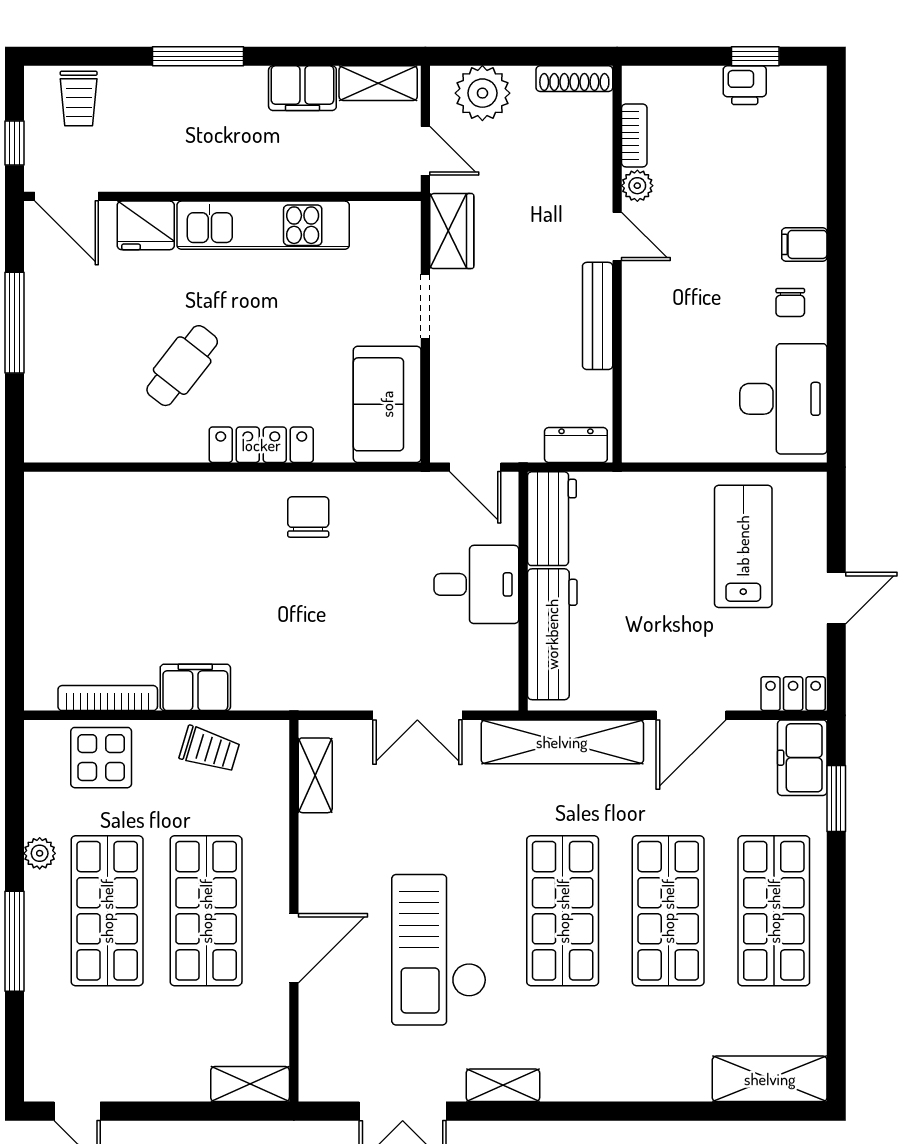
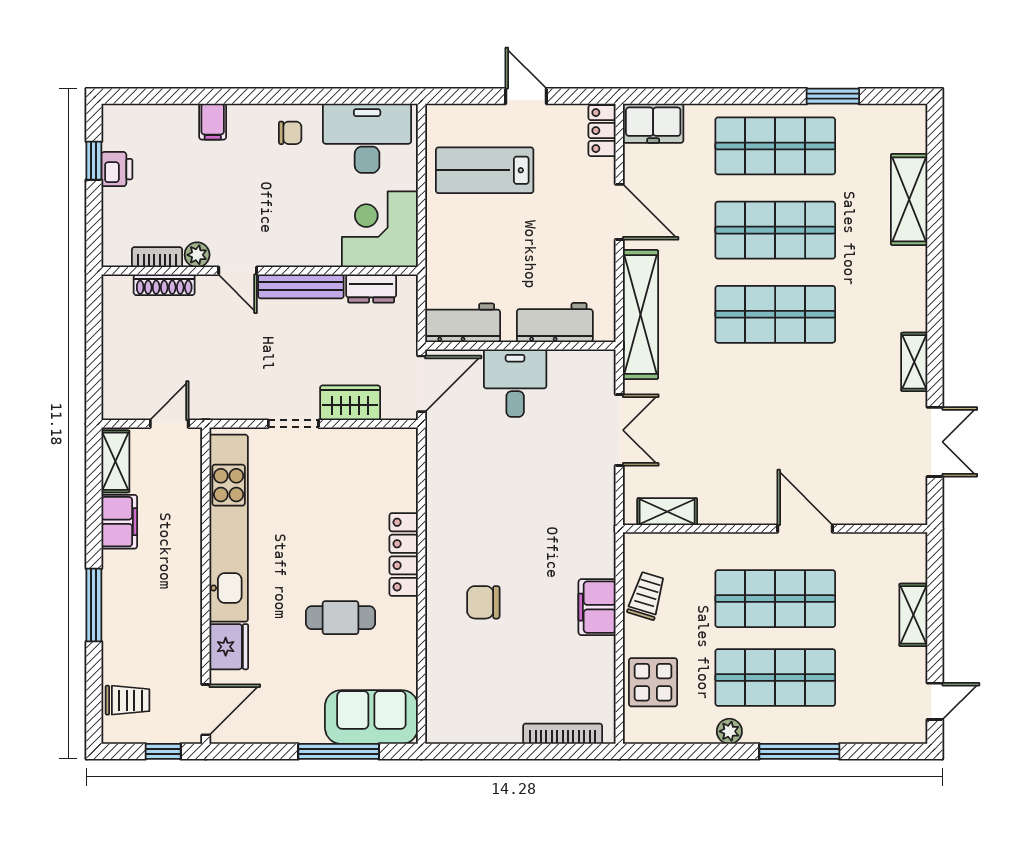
shoe rack: (574, 79) -> (164, 285), moved, turned 90
plant: (482, 93) -> (123, 378), removed
kitchen unit: (263, 225) -> (229, 528), width x1.36
wardrobe: (452, 231) -> (350, 403), moved
door: (617, 236) -> (238, 271), swing flipped
filing cabinet: (804, 244) -> (213, 122), moved
window: (14, 323) -> (339, 751), moved
cafe table: (182, 366) -> (341, 618), turned -38
sofa: (387, 404) -> (371, 717), moved, turned 180
corner desk: (669, 415) -> (380, 229), added
dresser: (576, 445) -> (371, 288), moved, turned -90
door: (475, 467) -> (421, 384), width x1.38
chair: (308, 517) -> (483, 602), moved
workbench: (552, 634) -> (555, 323), width x0.73
bookcase: (108, 698) -> (563, 734), moved, turned 90
window: (836, 799) -> (833, 96), moved
checkout: (439, 950) -> (806, 413), removed
shelving: (770, 1079) -> (909, 199), moved
shelving: (250, 1084) -> (913, 615), moved

